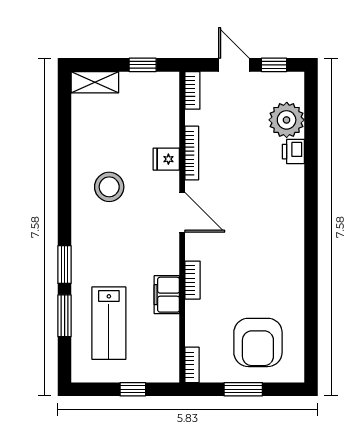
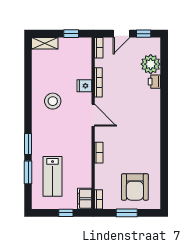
door: (234, 65) -> (122, 34), swing flipped
filing cabinet: (167, 295) -> (85, 199), moved

